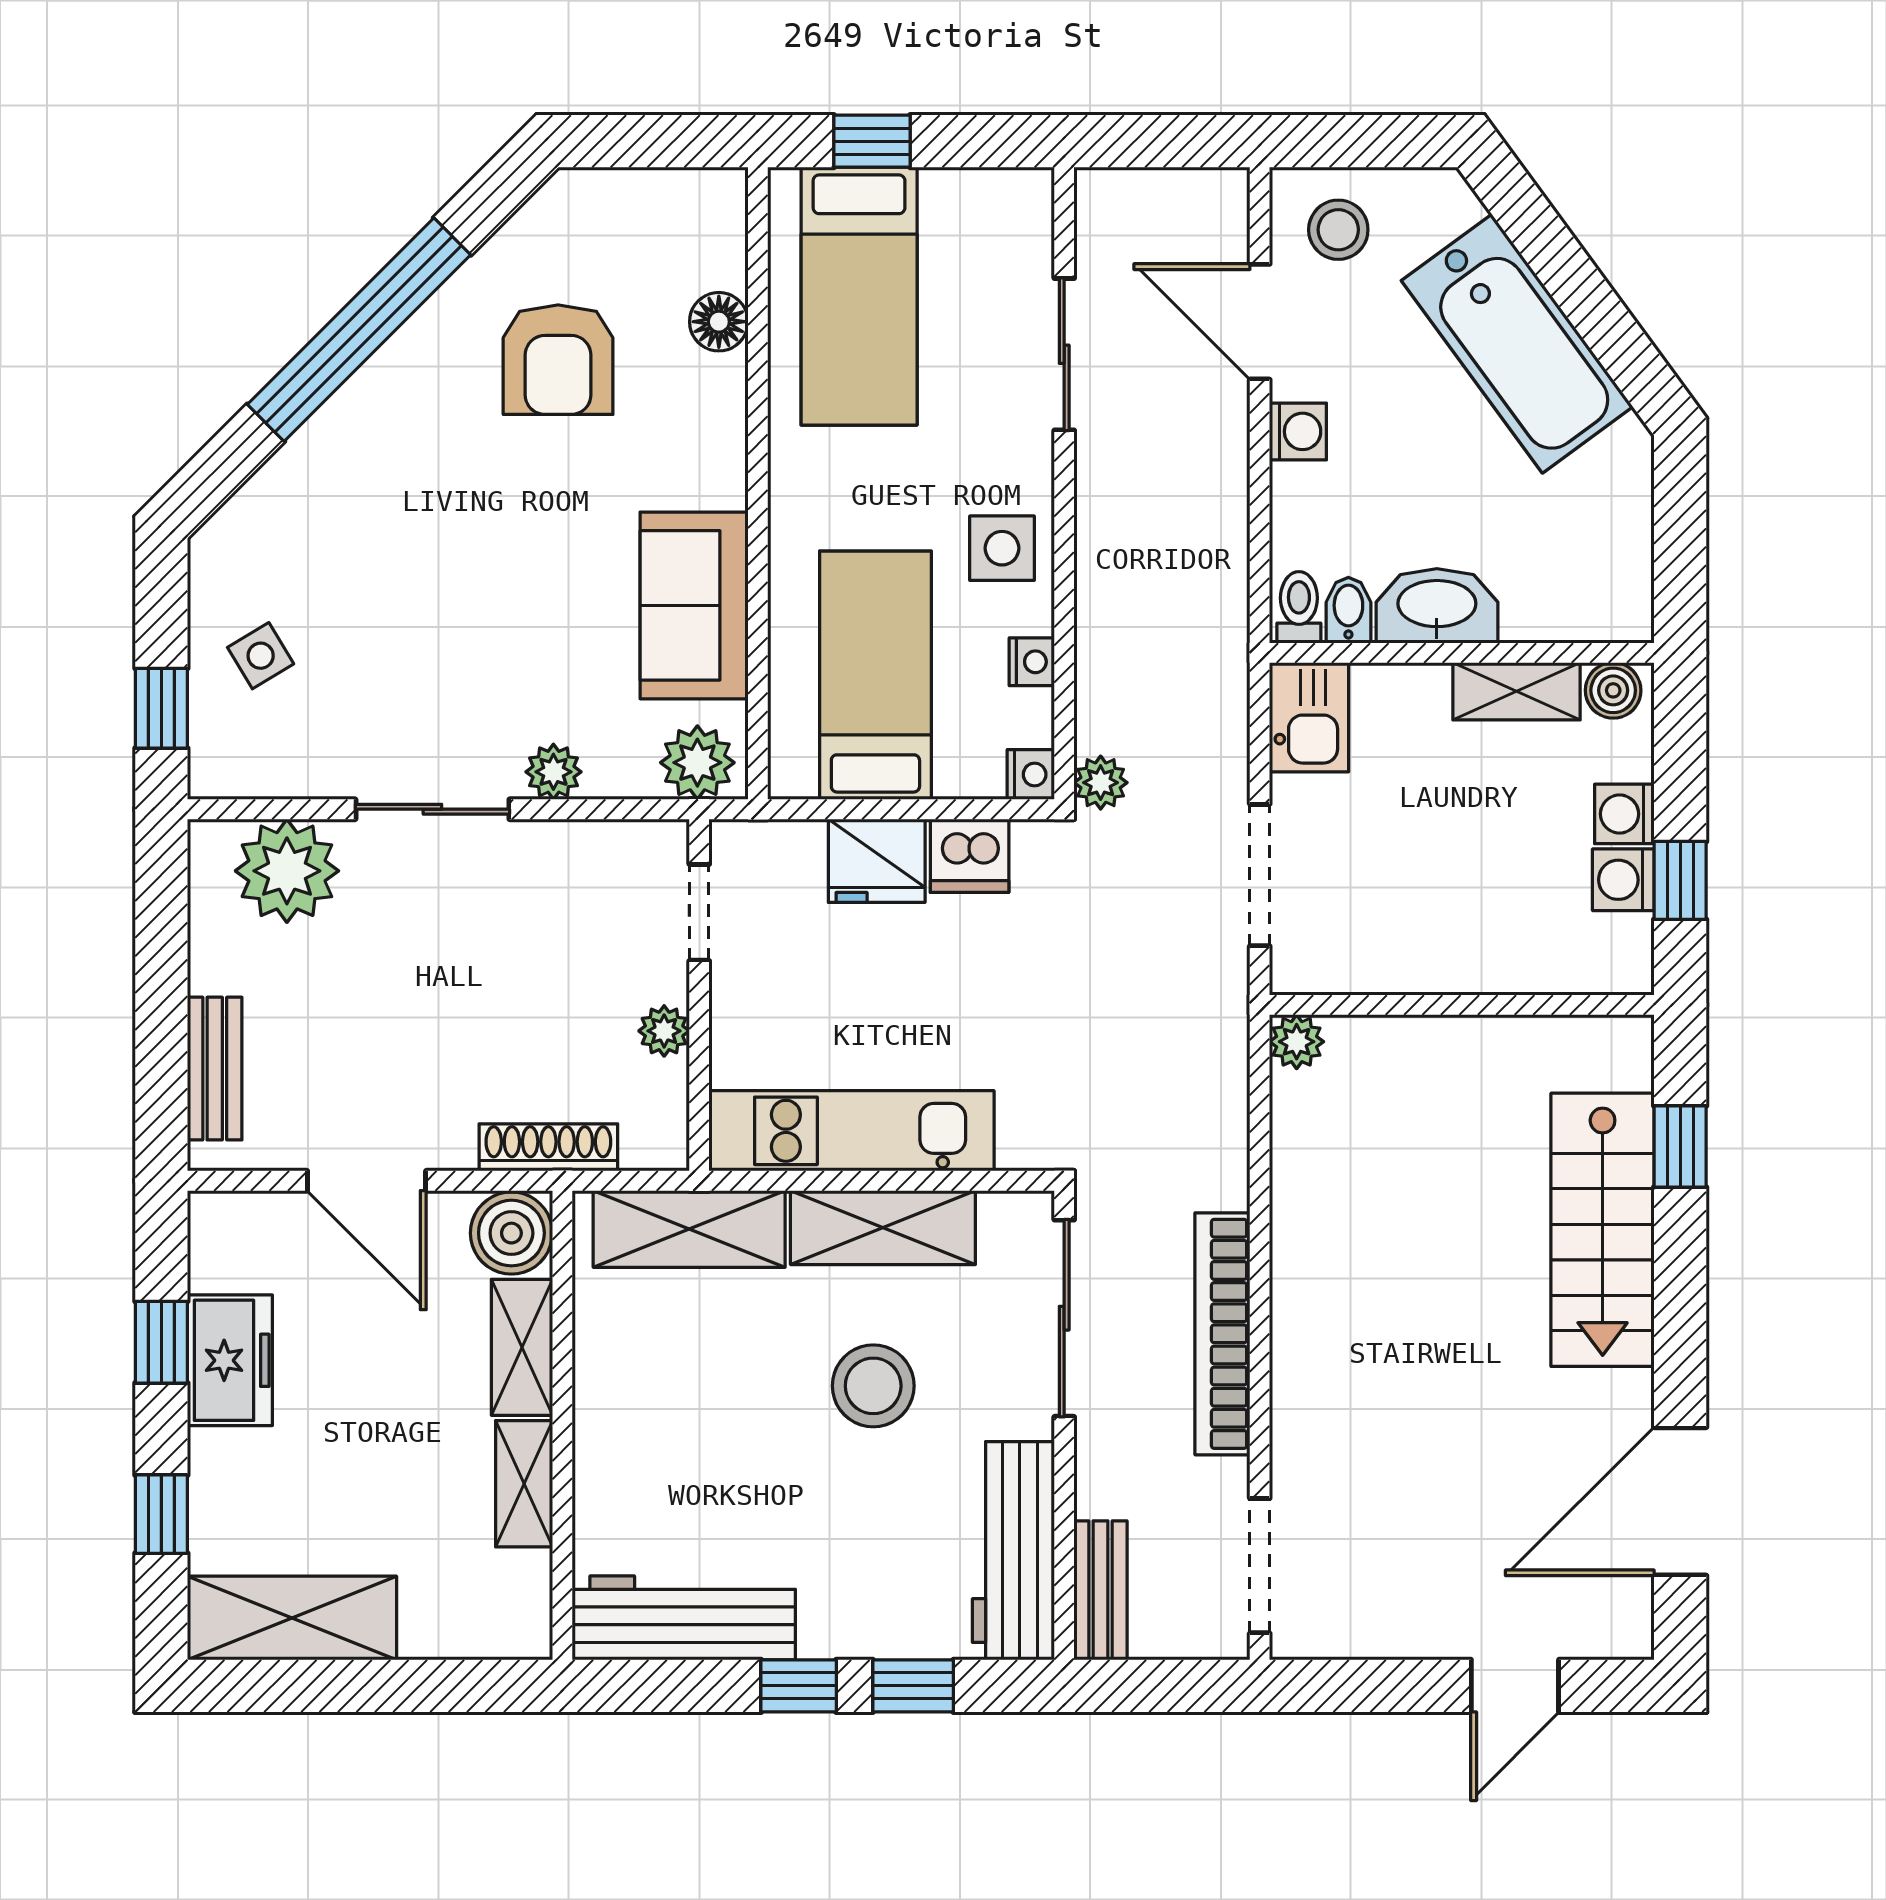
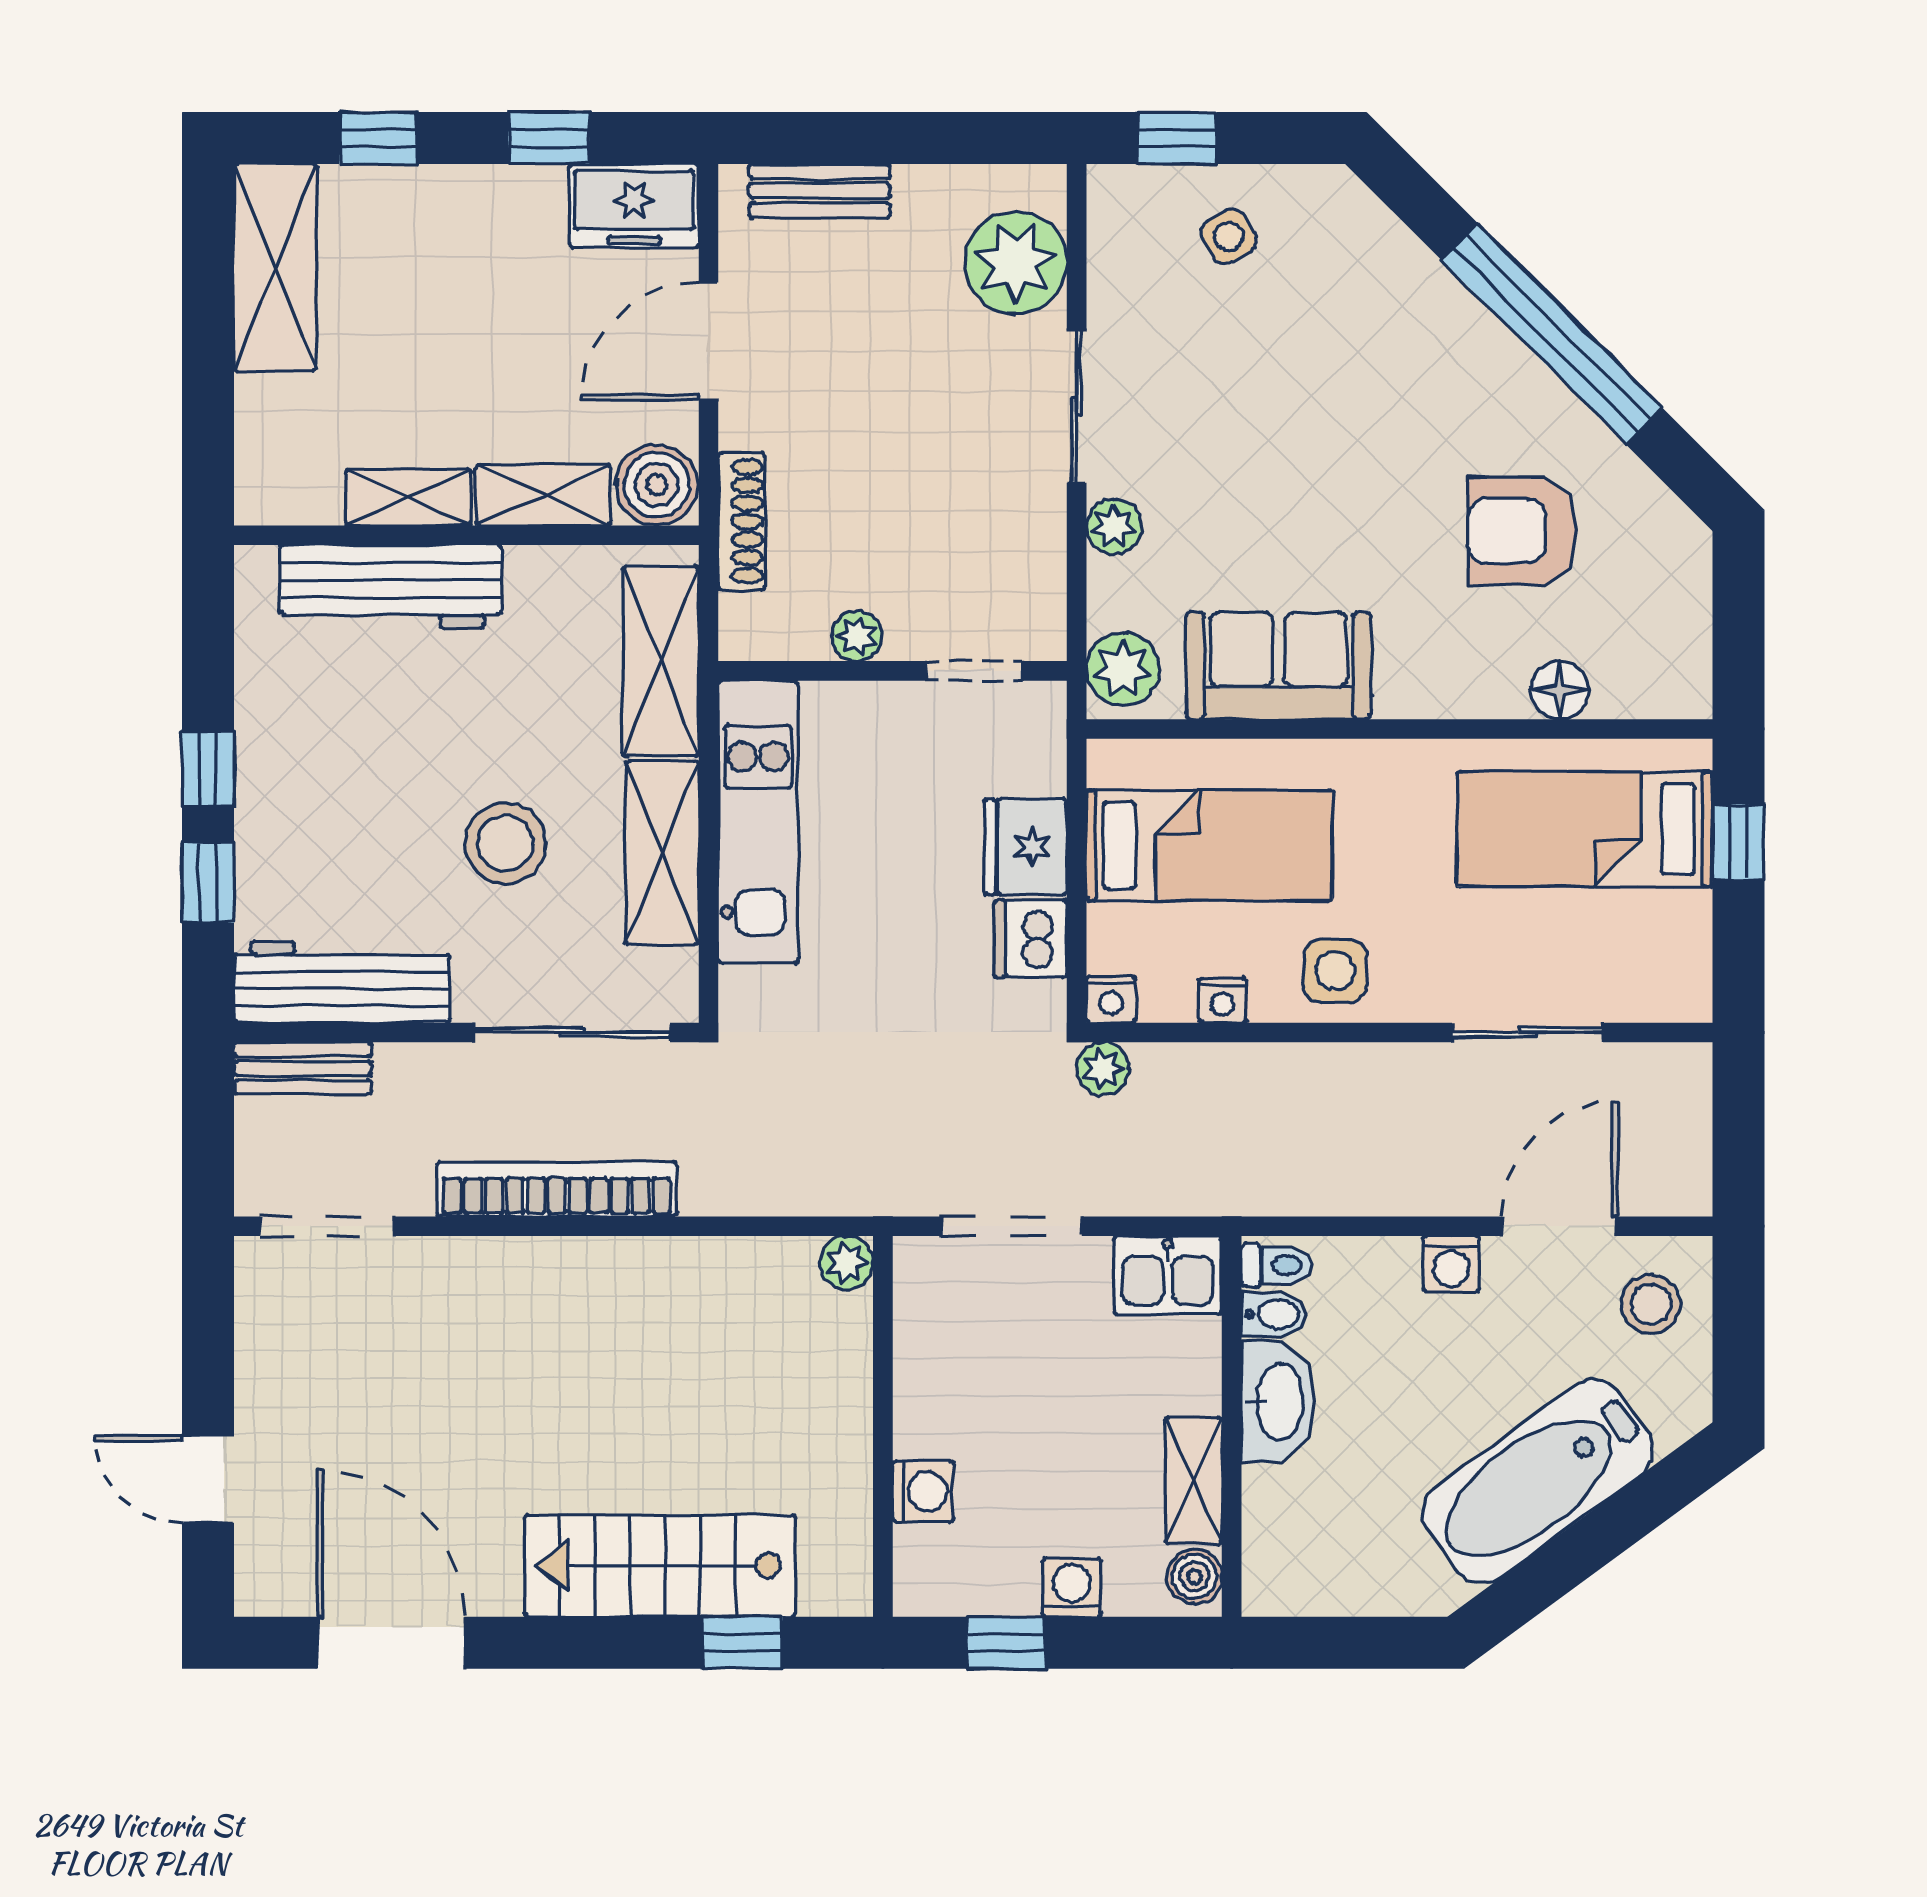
washing machine: (1623, 880) -> (923, 1491), moved, turned 90
freezer: (230, 1360) -> (634, 206), moved
workbench: (684, 1618) -> (391, 586), moved, turned 90

